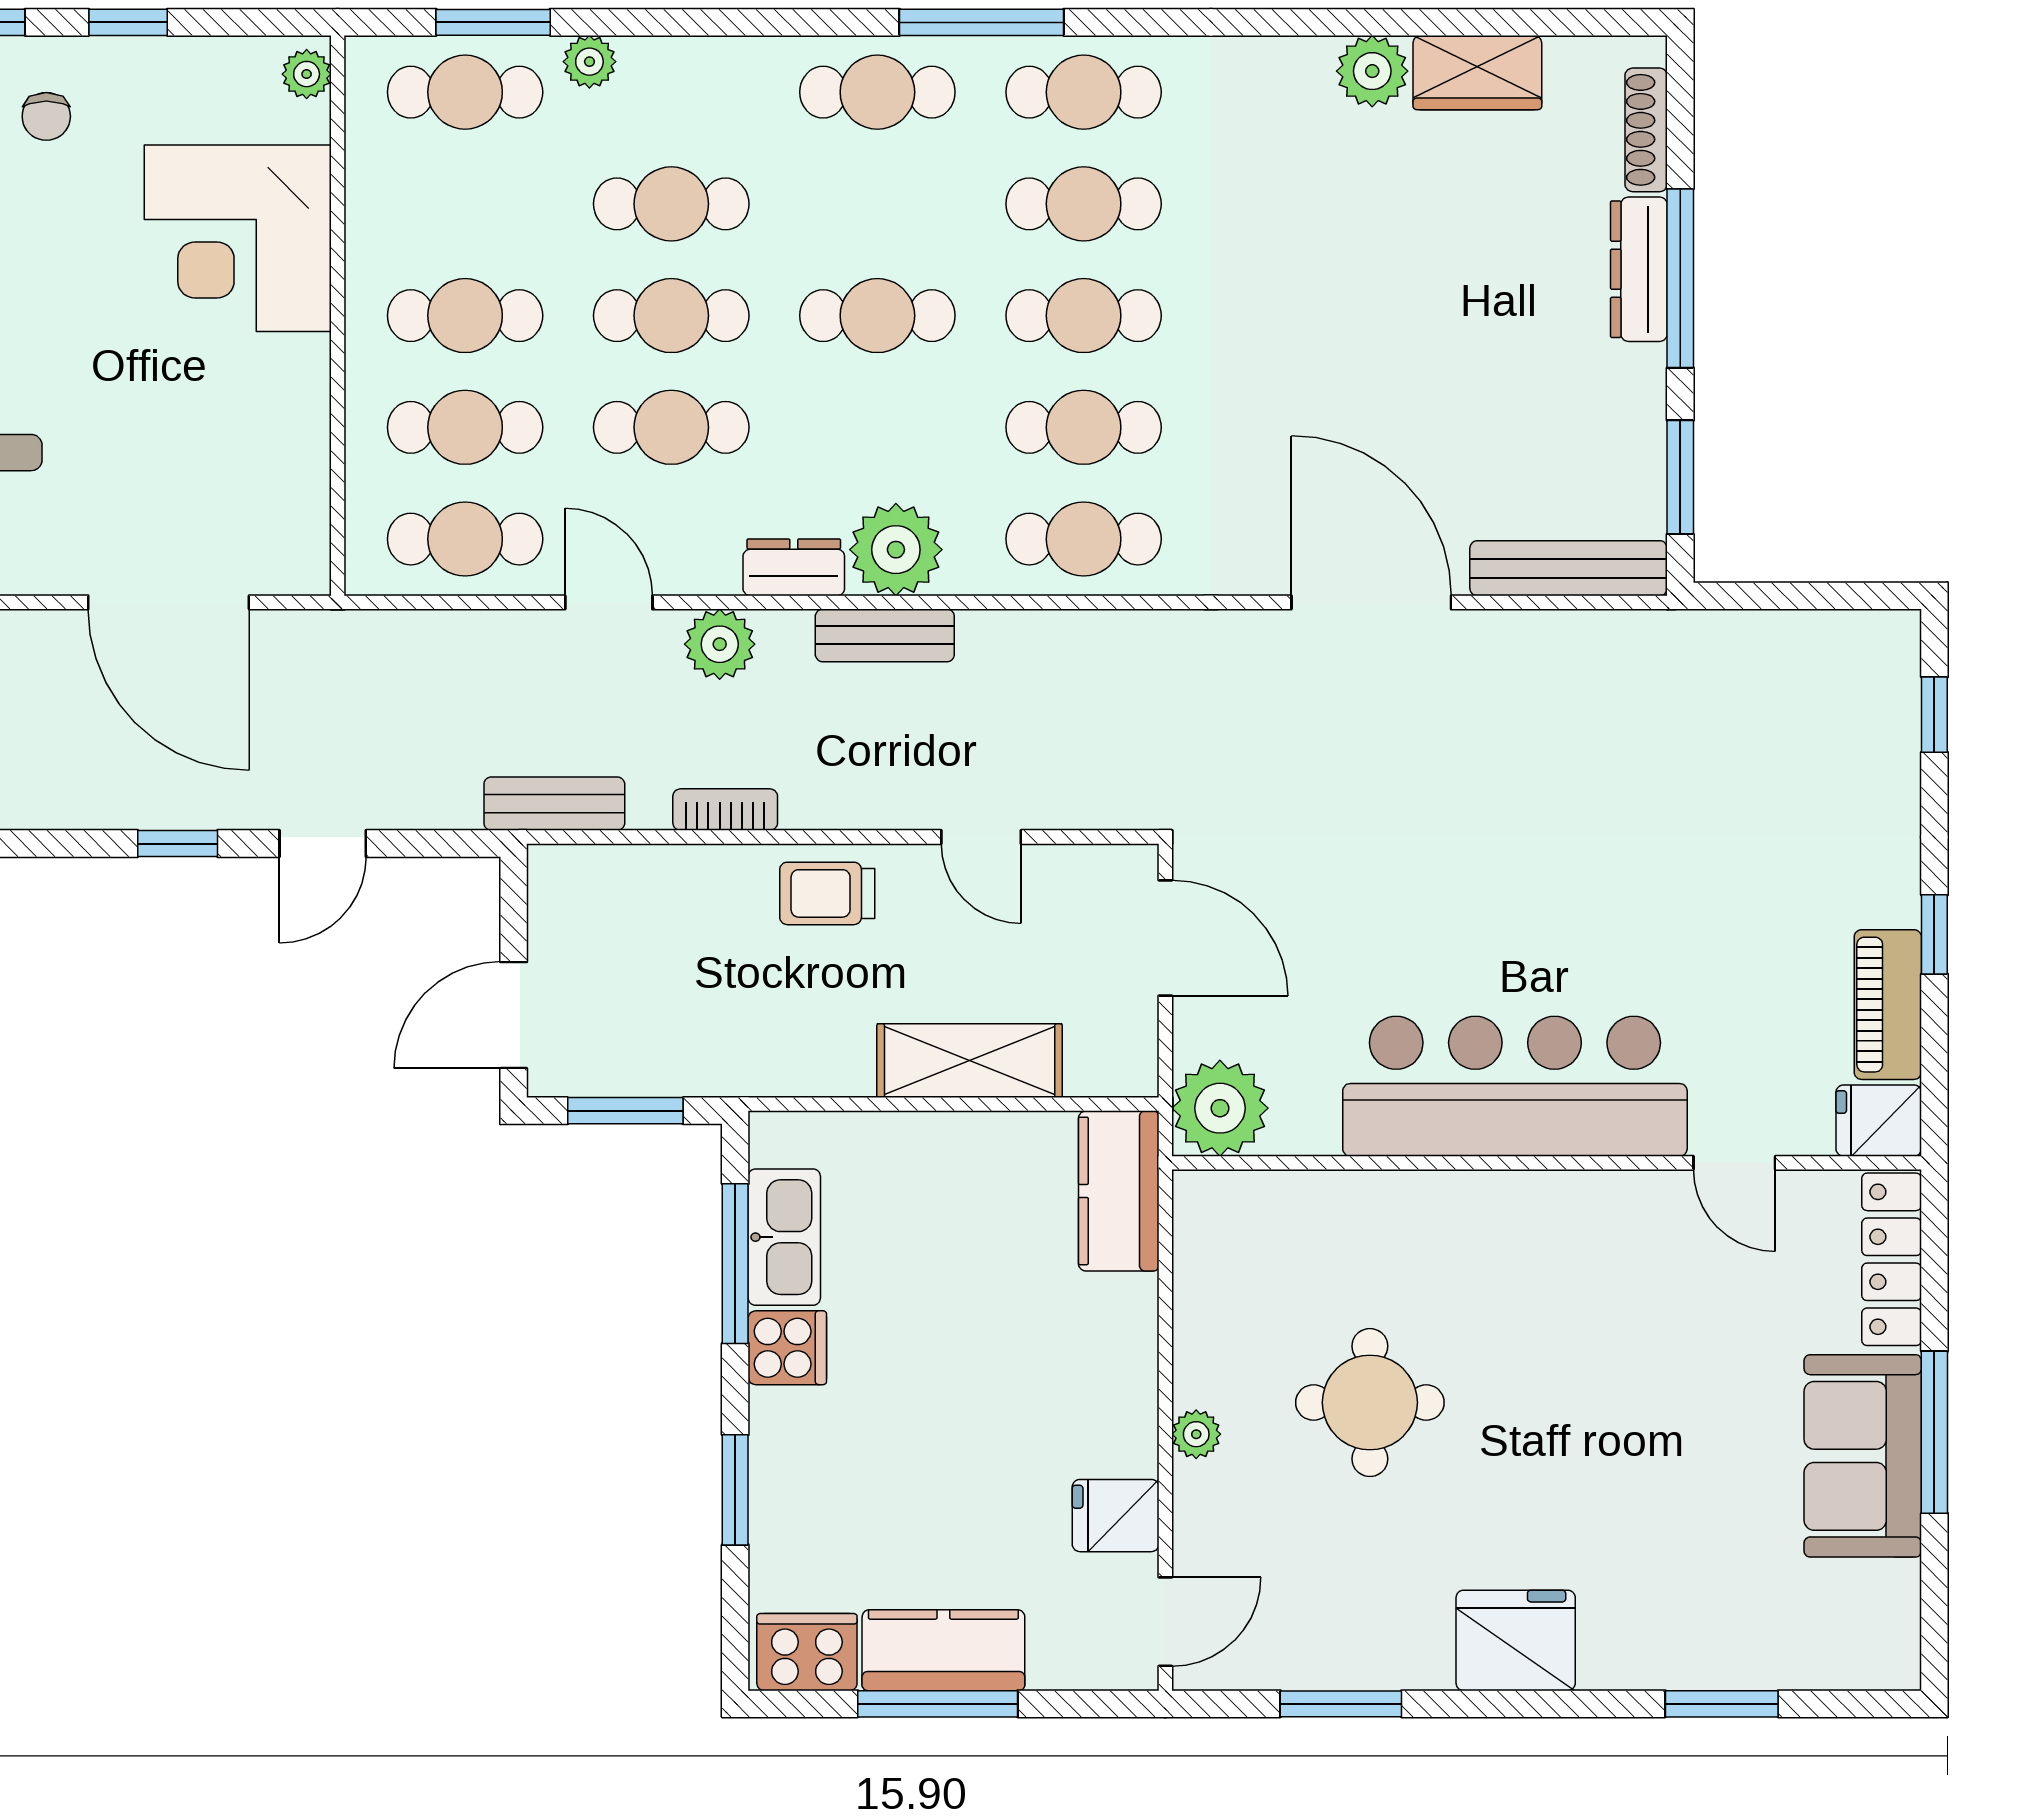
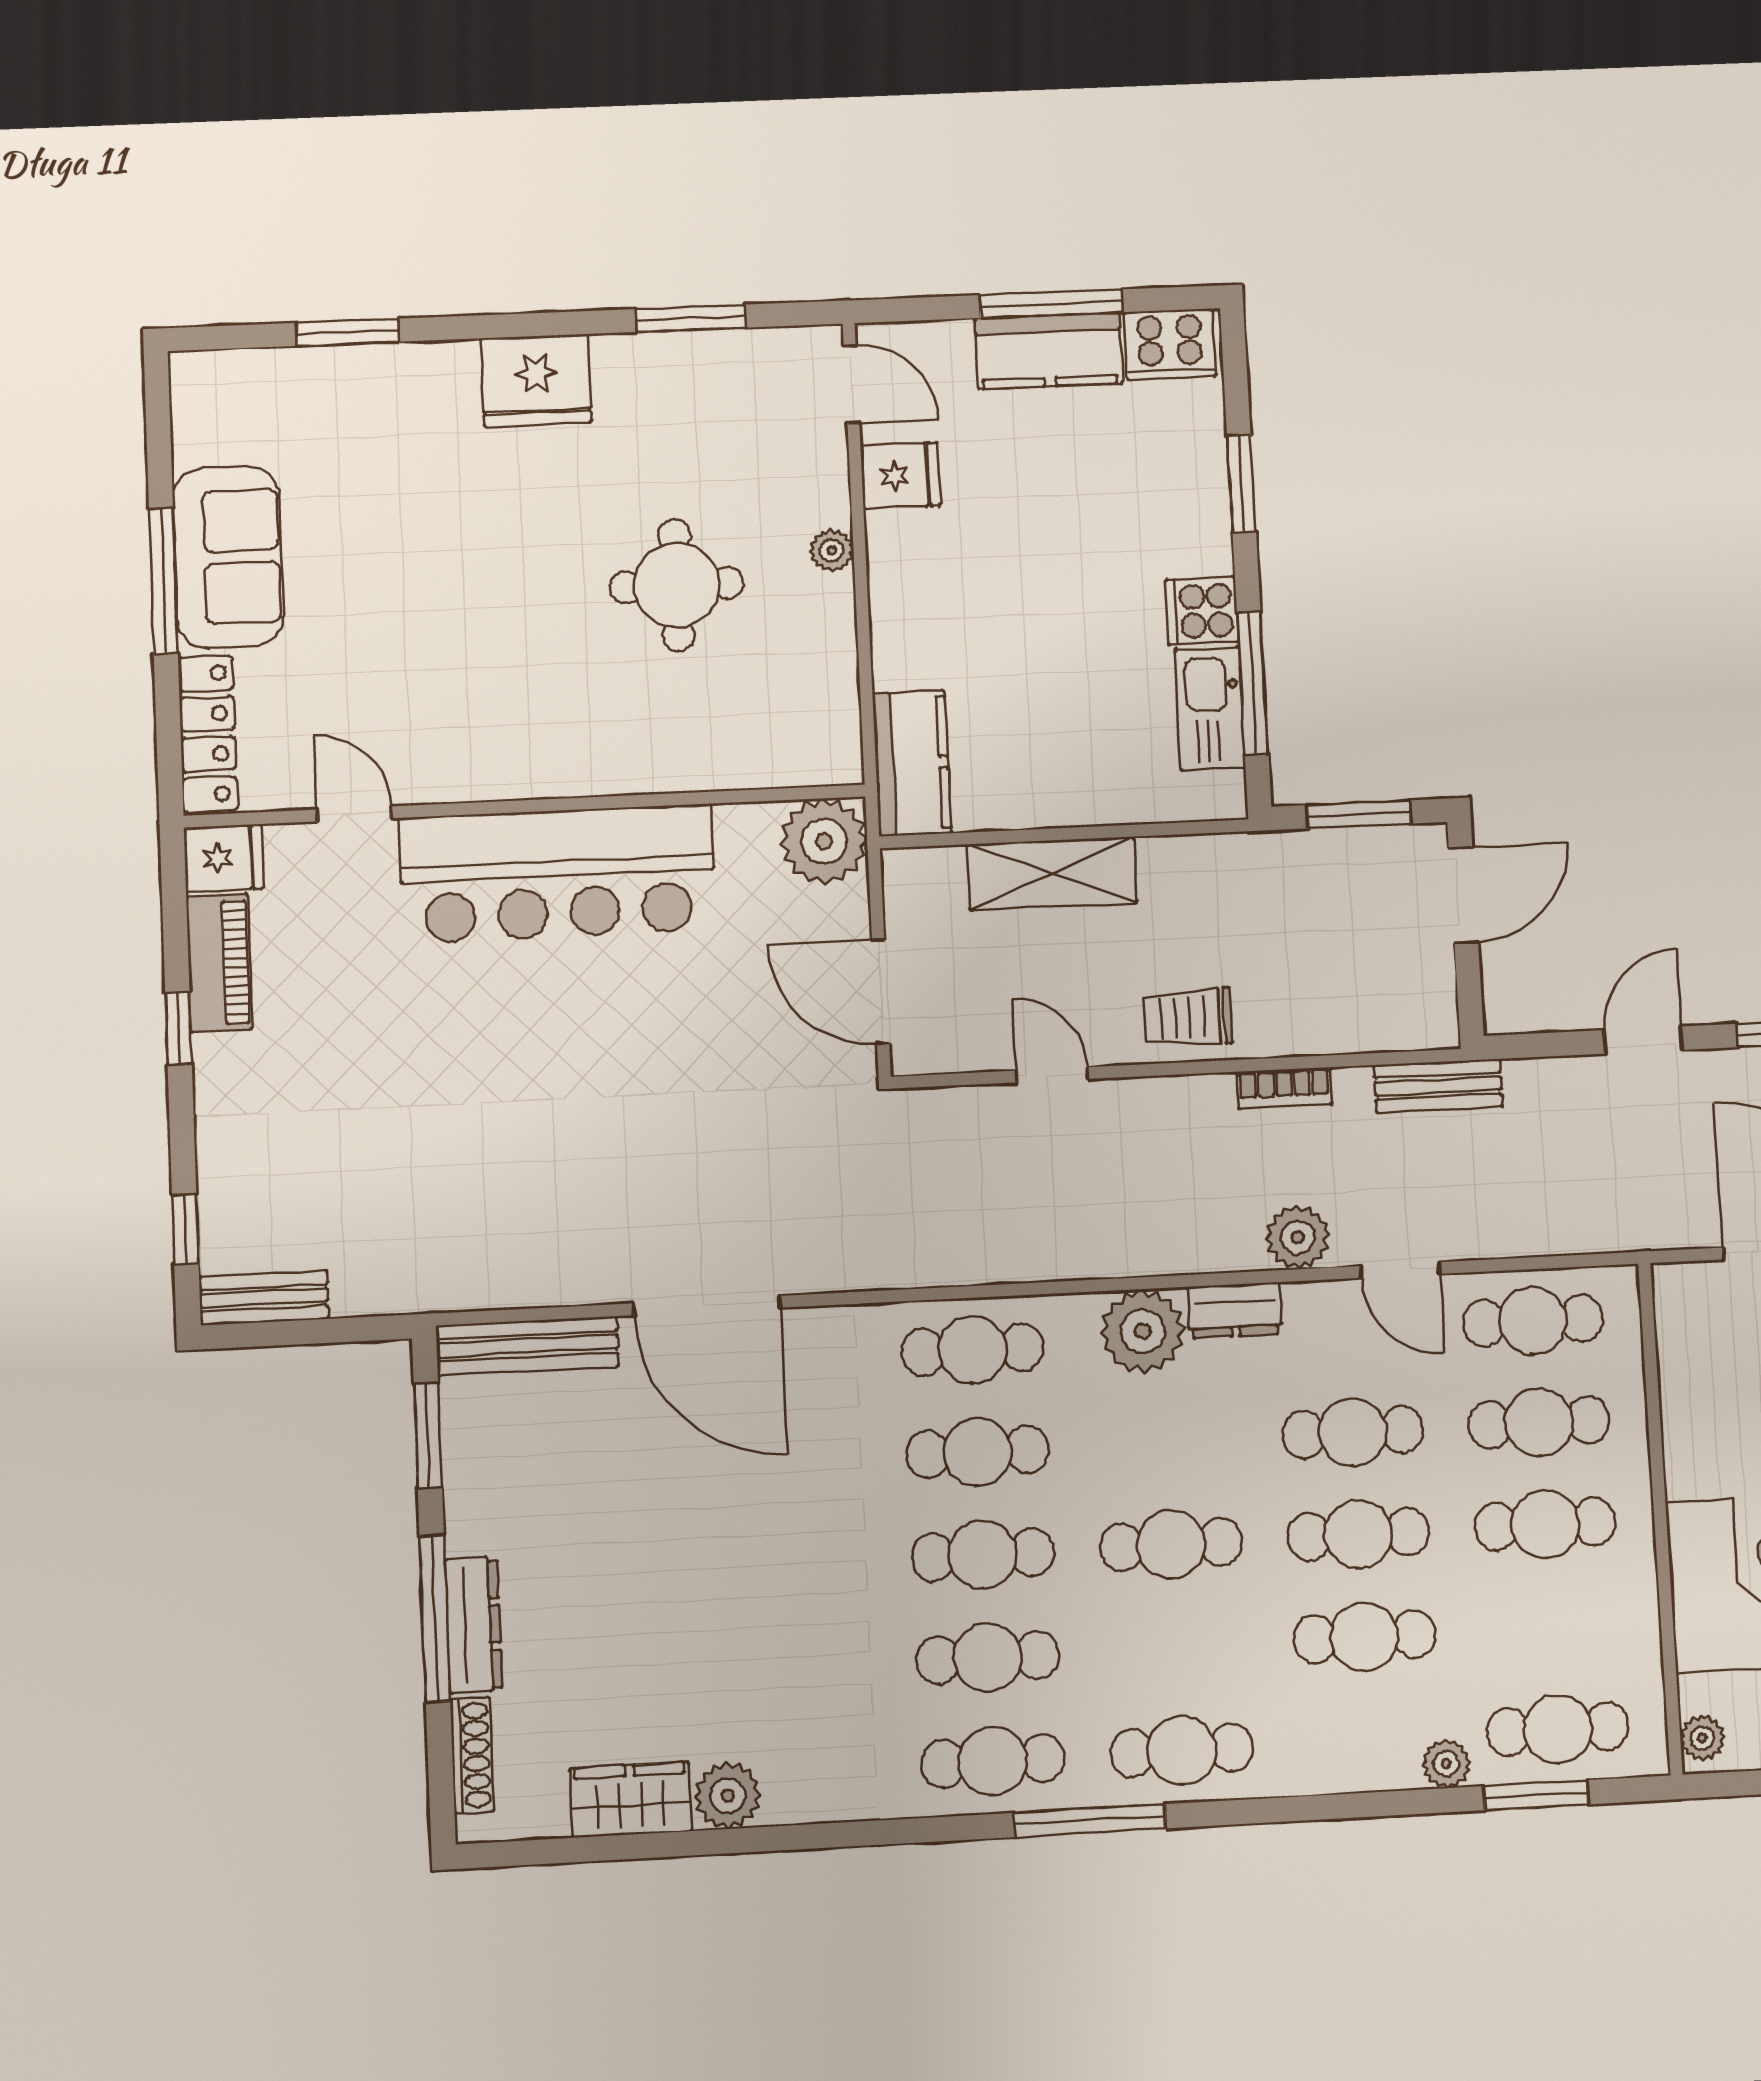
bench: (885, 635) -> (264, 1298), moved
trolley: (827, 893) -> (1188, 1017), turned 180
door: (1165, 1622) -> (851, 384), swing flipped

